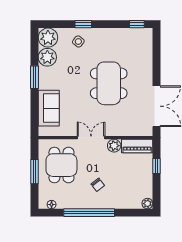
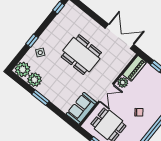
sofa: (49, 108) -> (81, 108), moved, turned -90
double door: (91, 138) -> (106, 93), swing flipped

